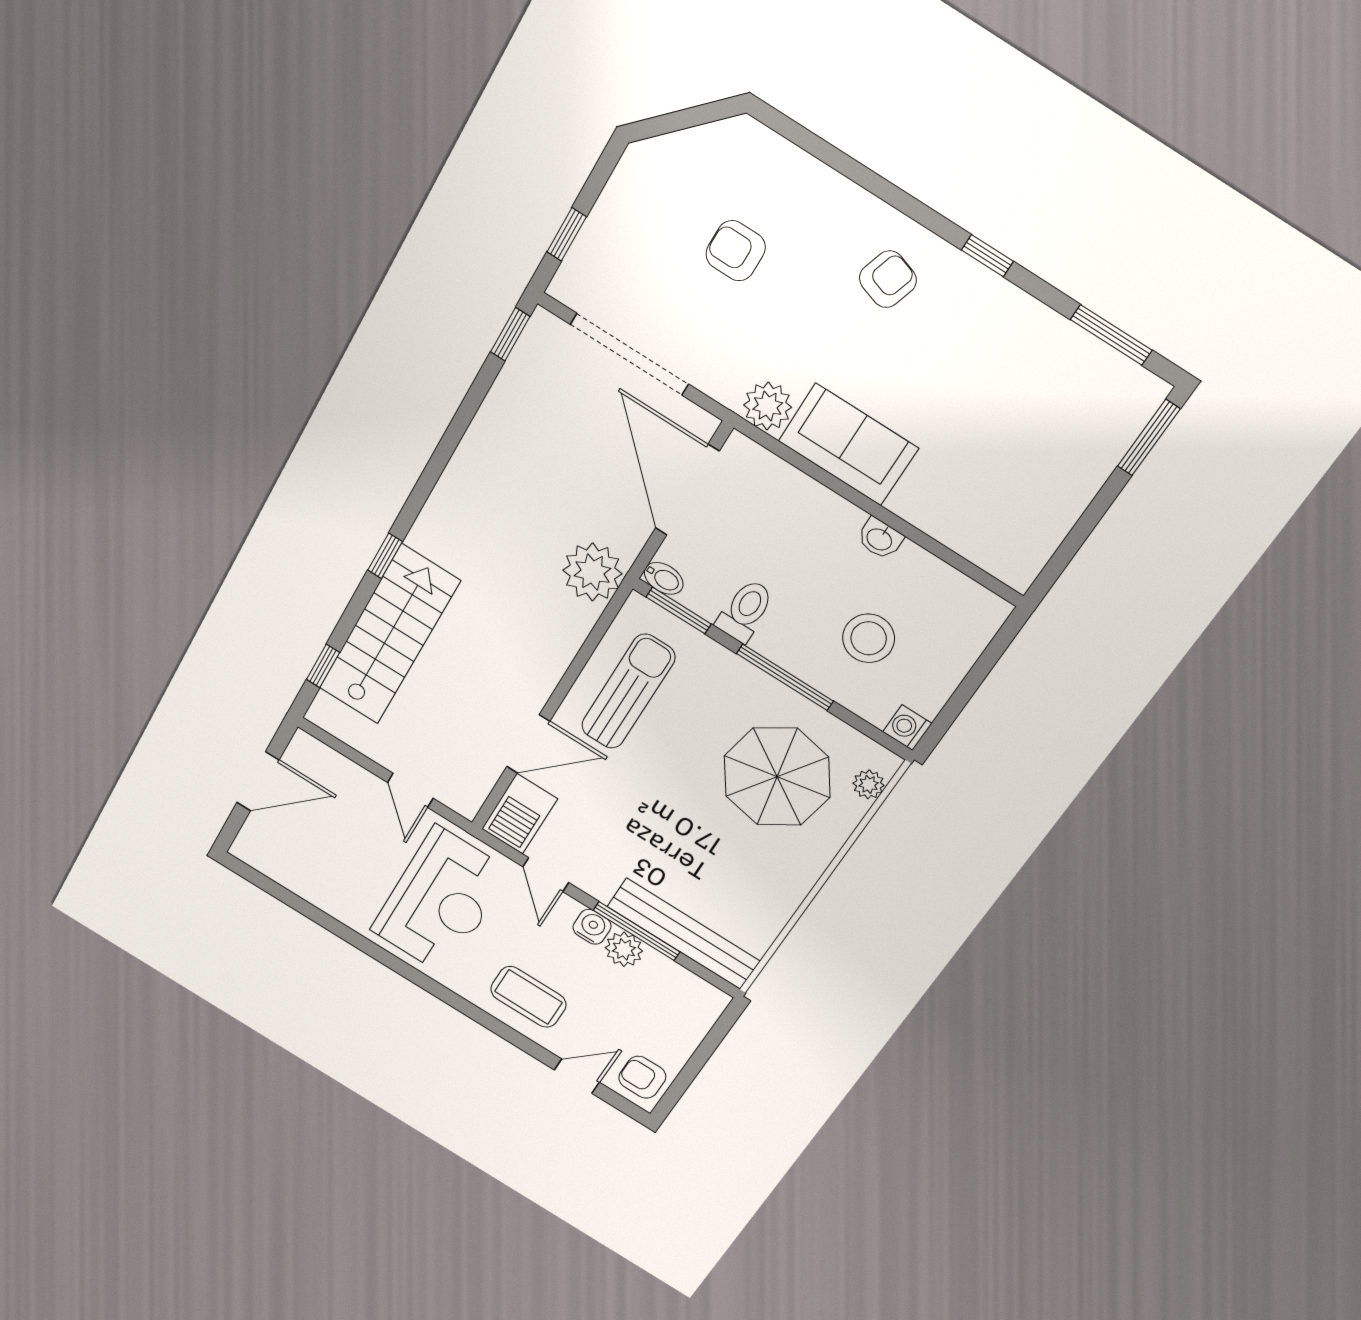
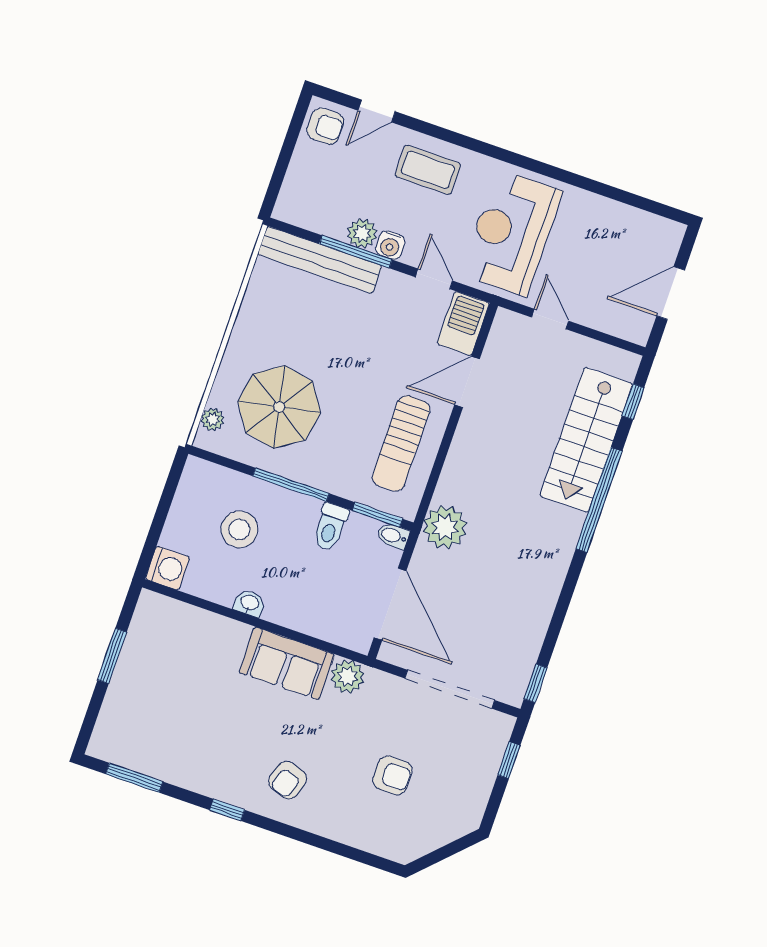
window: (1149, 438) -> (112, 656), moved
window: (385, 556) -> (599, 500), width x3.17
washing machine: (907, 728) -> (168, 568), moved, width x1.38, depth x1.38

